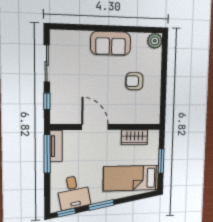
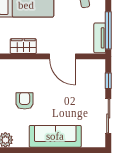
sofa: (111, 43) -> (55, 136), width x1.36
armchair: (134, 81) -> (25, 101), turned -90

